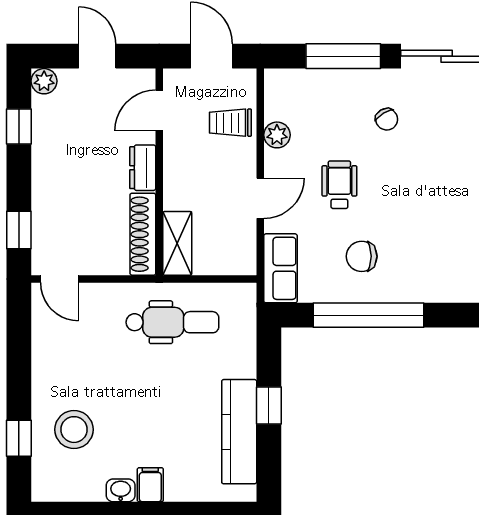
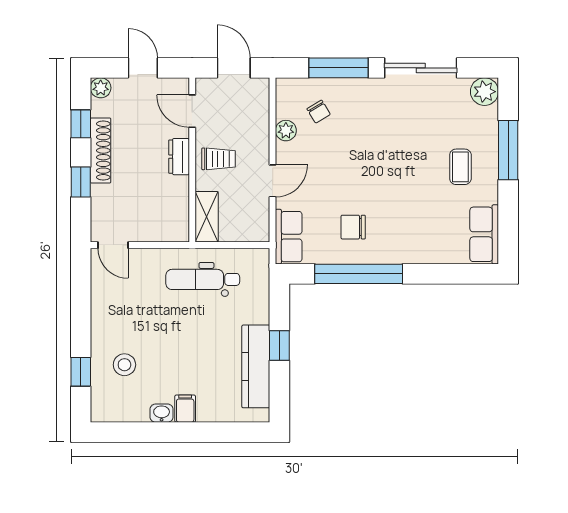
door: (159, 110) -> (192, 111), hinge flipped
chair: (387, 119) -> (319, 112), moved
trolley: (230, 123) -> (218, 159), moved, turned 180
wheelchair: (339, 185) -> (335, 170), removed
window: (19, 230) -> (81, 182), moved
shoe rack: (143, 234) -> (101, 150), moved, turned 180
dental chair: (172, 322) -> (203, 279), turned 180
stool: (74, 430) -> (124, 365), width x0.73, depth x0.73

